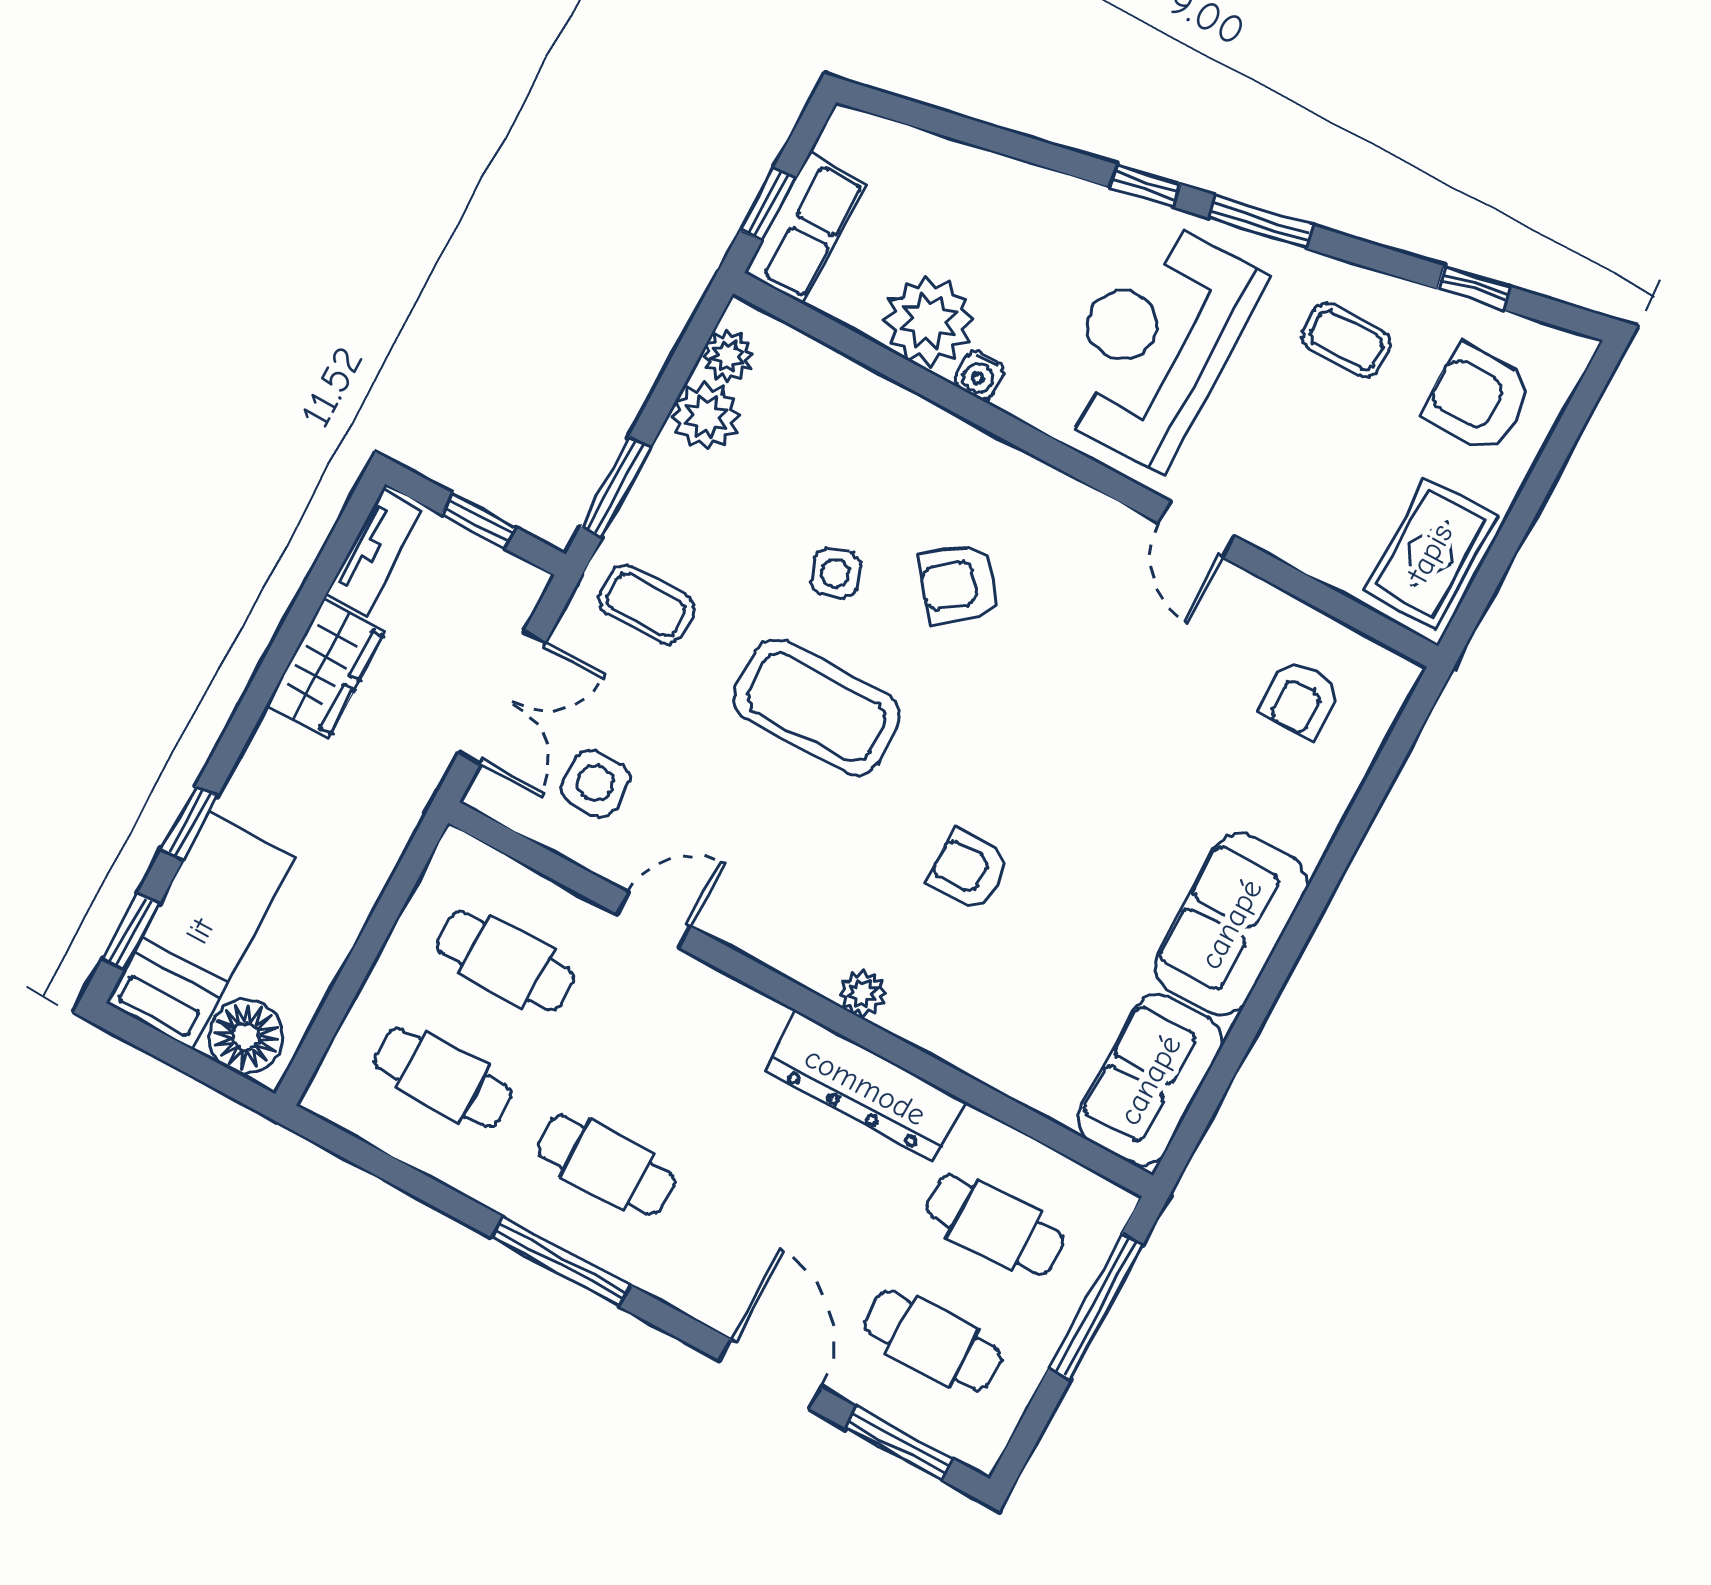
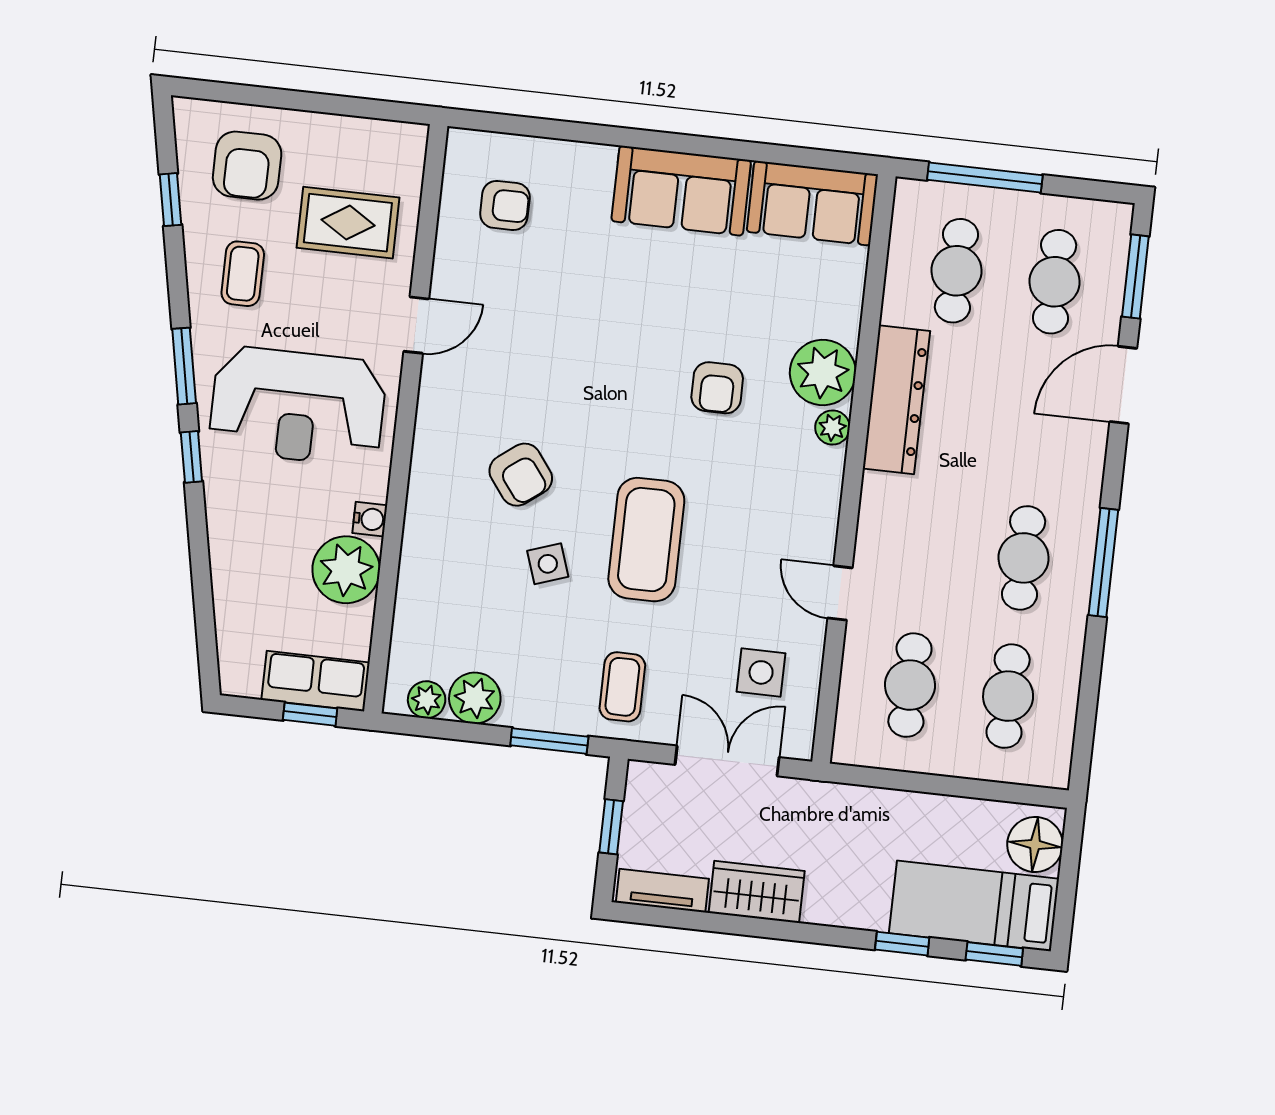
rug: (1430, 553) -> (348, 223), moved
plant: (935, 1009) -> (823, 372), added

